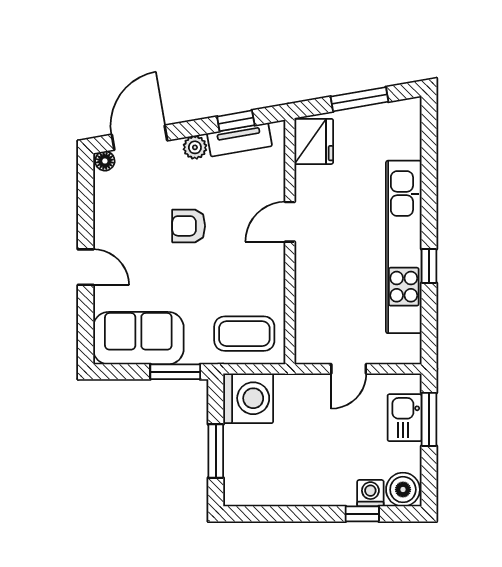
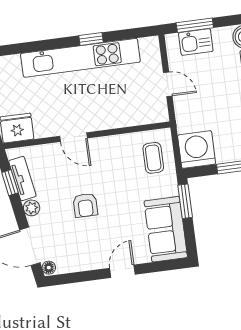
coffee table: (244, 334) -> (153, 158), width x0.73, depth x0.77

